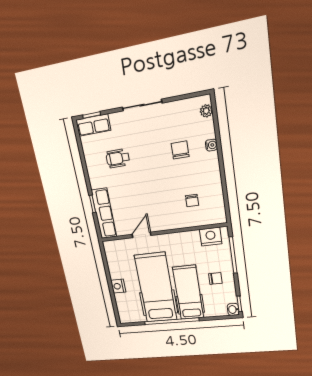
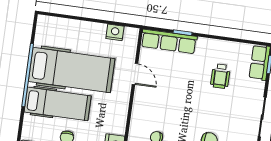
wheelchair: (118, 158) -> (220, 76), turned 180
nightstand: (118, 286) -> (115, 32), moved

